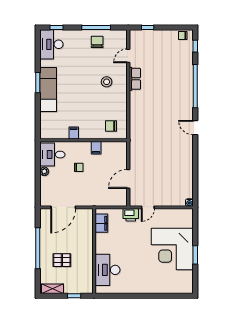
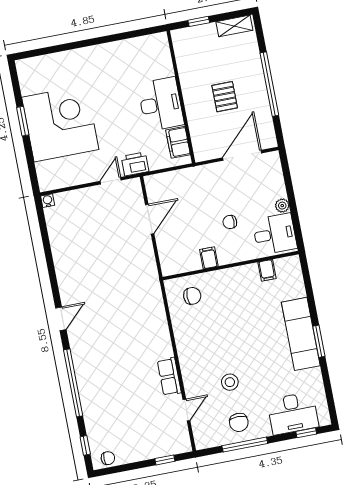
desk: (51, 44) -> (293, 413), moved, turned 90
stool: (107, 82) -> (230, 382), moved
door: (195, 128) -> (61, 319), hinge flipped
filing cabinet: (74, 133) -> (267, 270), moved
pallet: (62, 260) -> (225, 97), moved, turned 90
desk: (108, 270) -> (161, 104), moved

